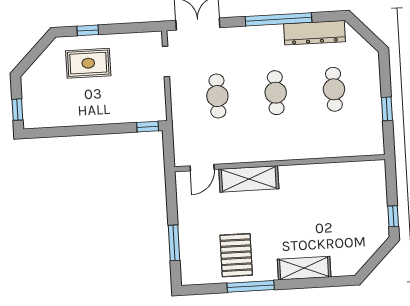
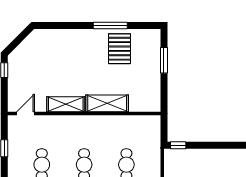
door: (202, 168) -> (25, 113), moved
shelving: (304, 268) -> (66, 104), moved

